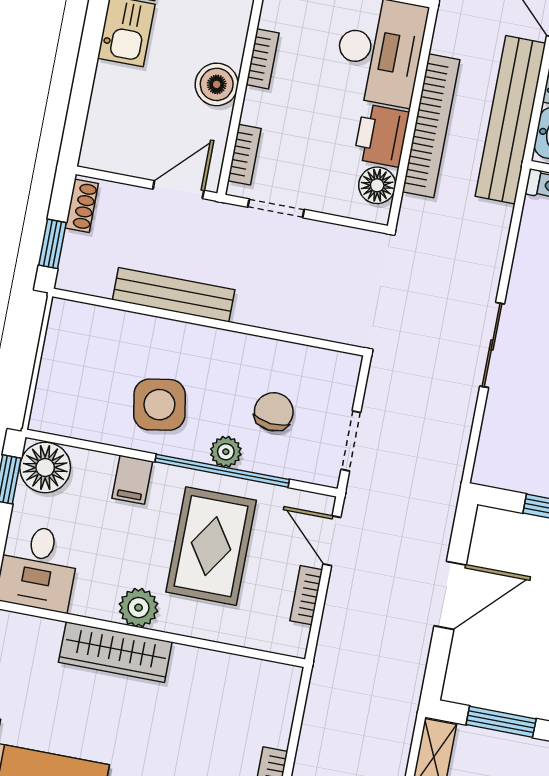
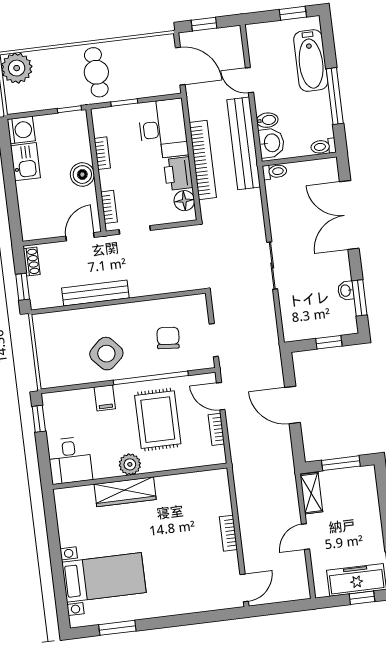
side table: (159, 405) -> (106, 354), turned -32
plant: (226, 452) -> (150, 367), removed
floor lamp: (45, 467) -> (57, 406), removed
door: (450, 595) -> (292, 405), swing flipped

